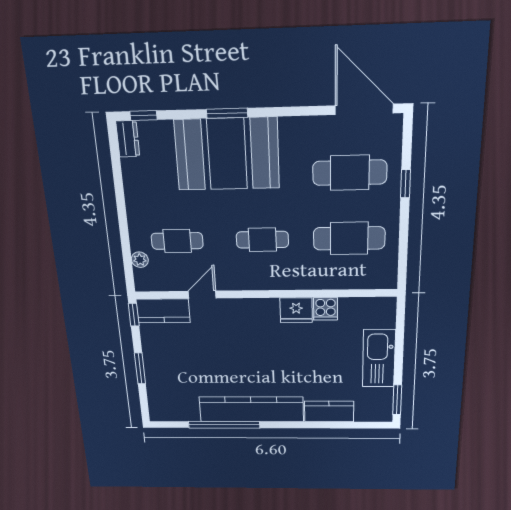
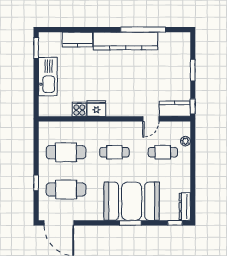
dresser: (128, 139) -> (185, 206), width x1.44

